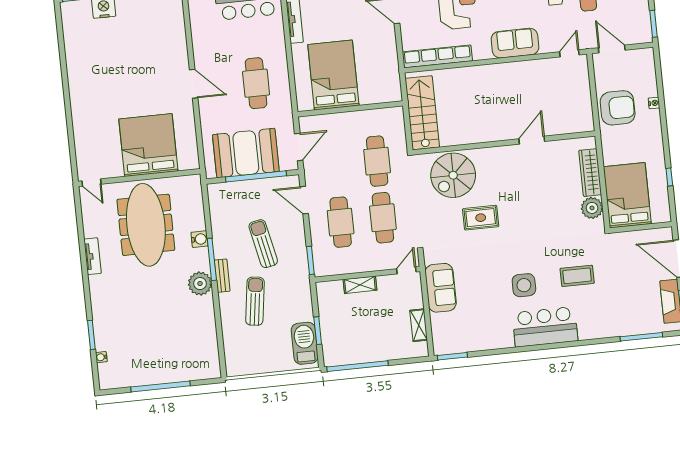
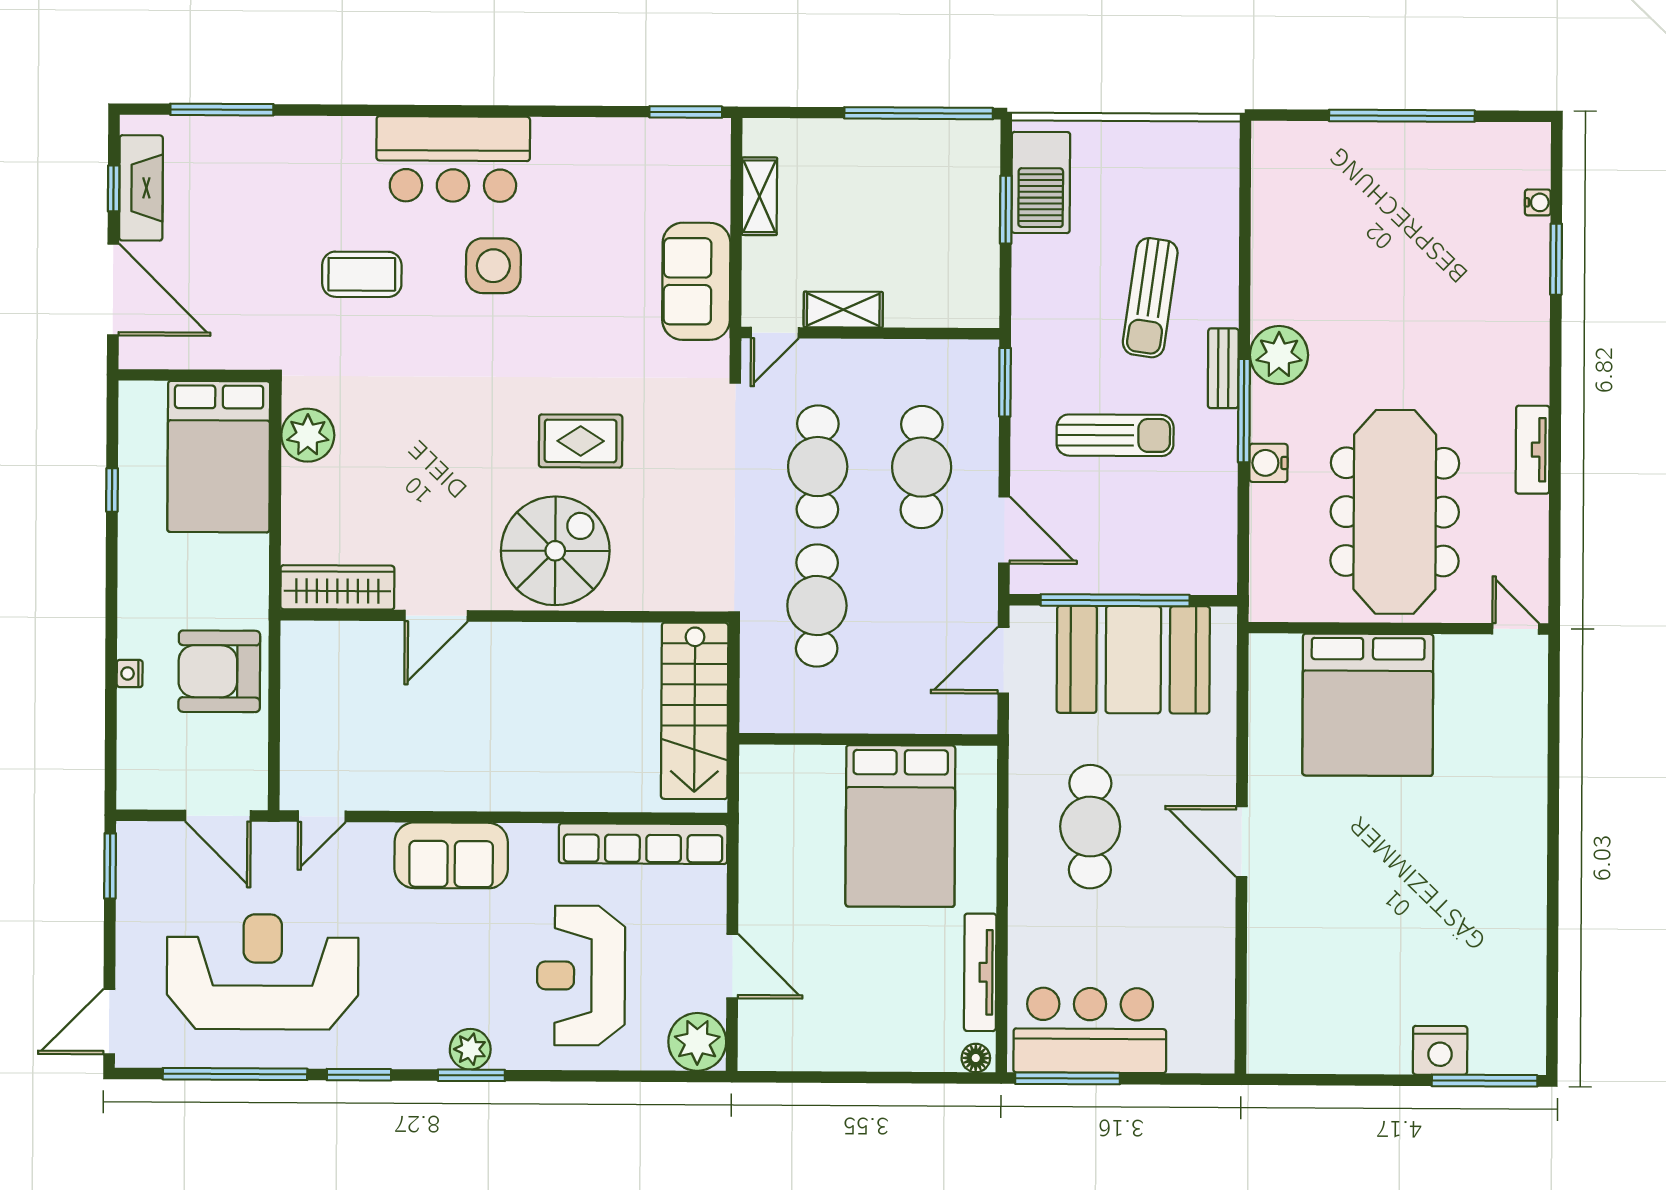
wardrobe: (590, 173) -> (337, 587), moved, turned -90
spiral stairs: (453, 175) -> (555, 551), moved
sun lounger: (263, 244) -> (1115, 435), turned -78
shelving: (360, 285) -> (843, 310), moved

